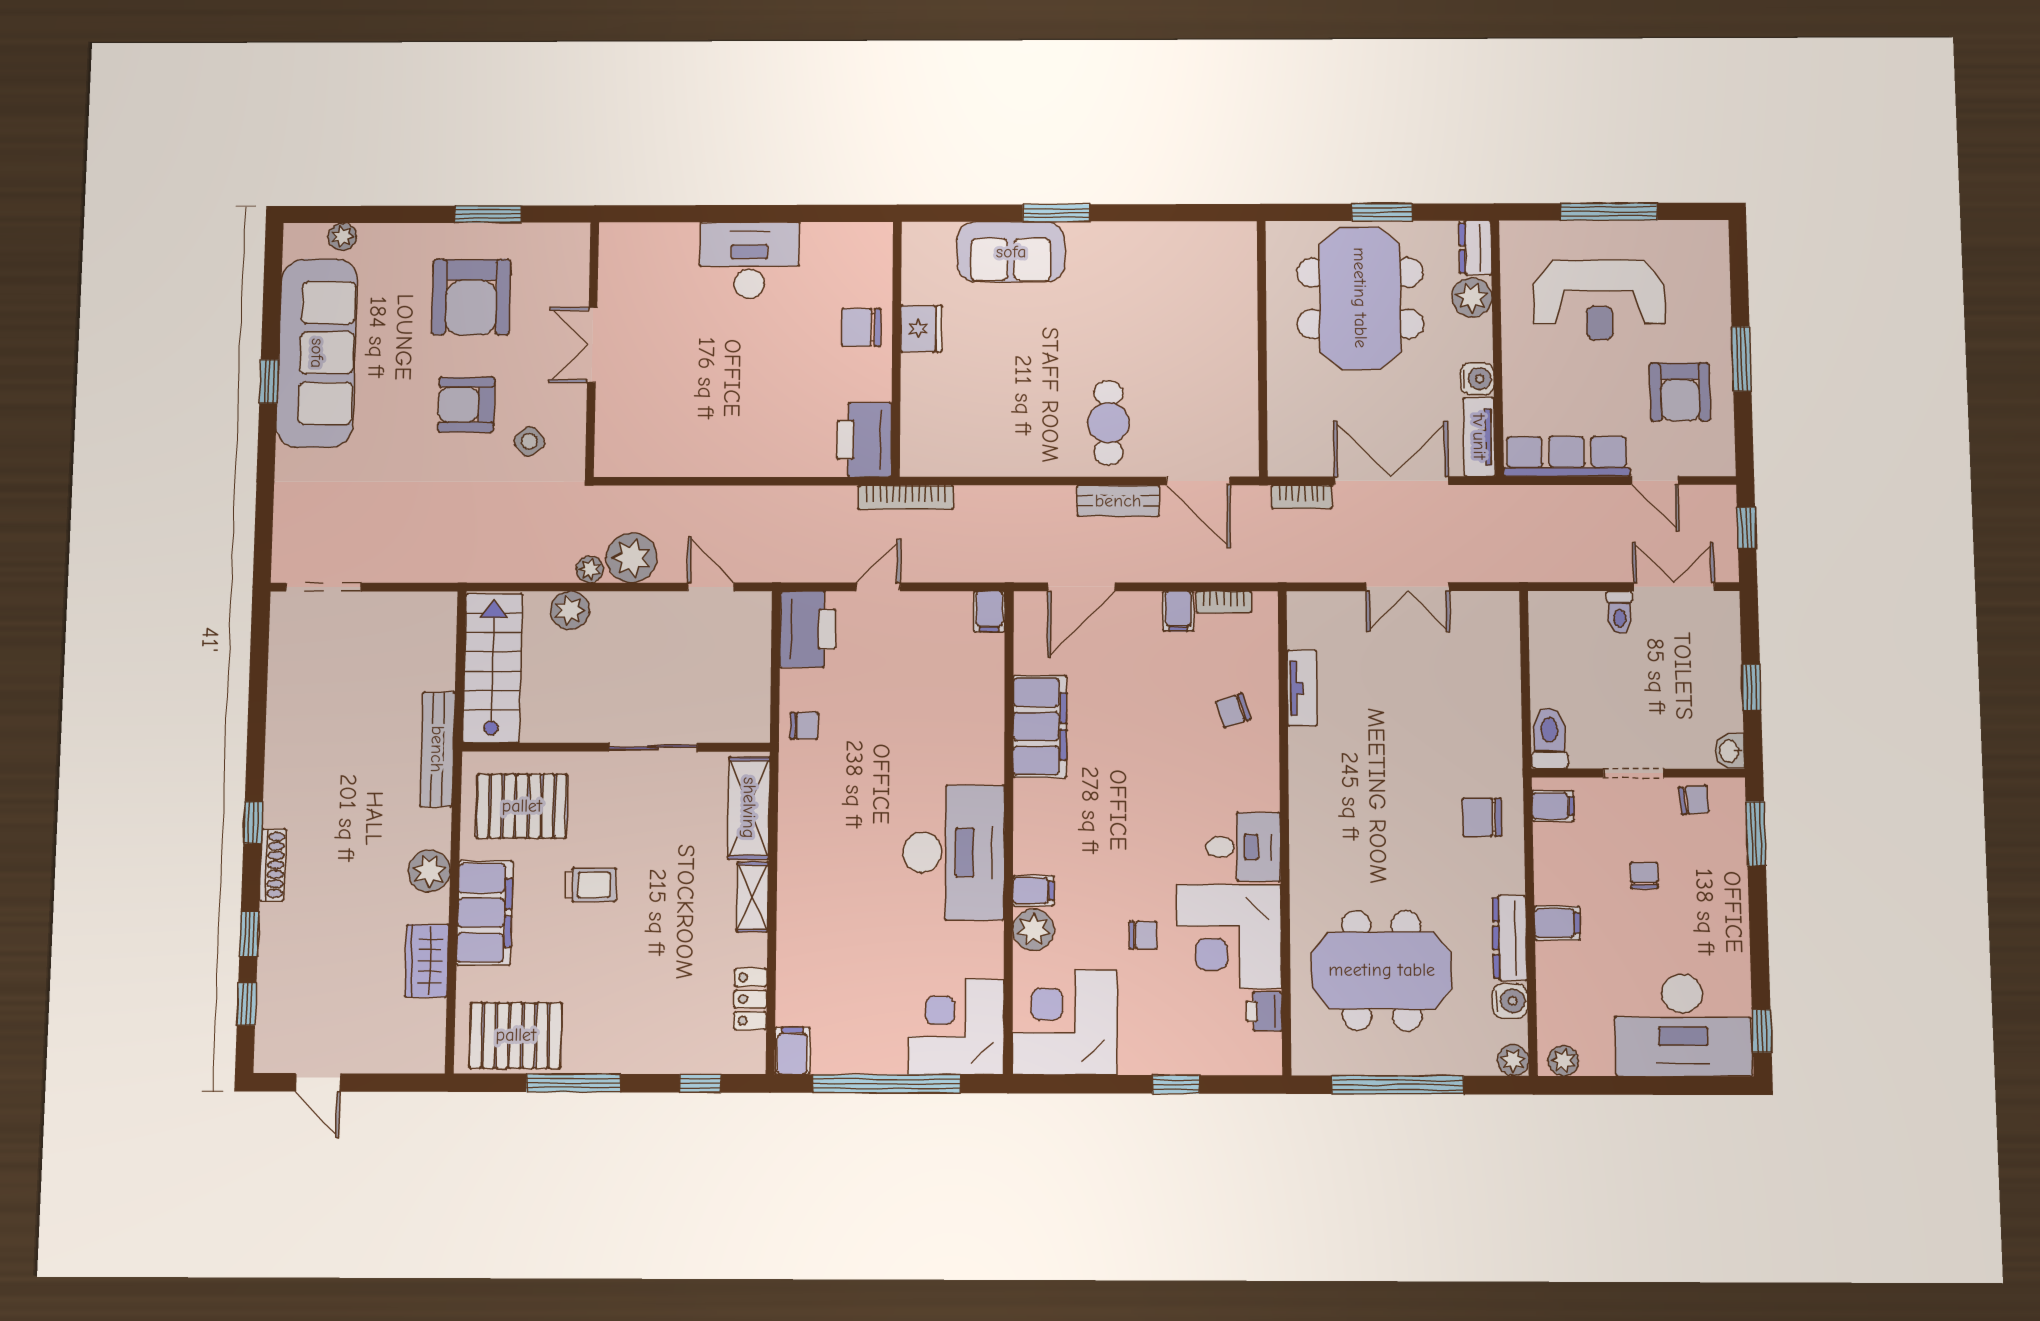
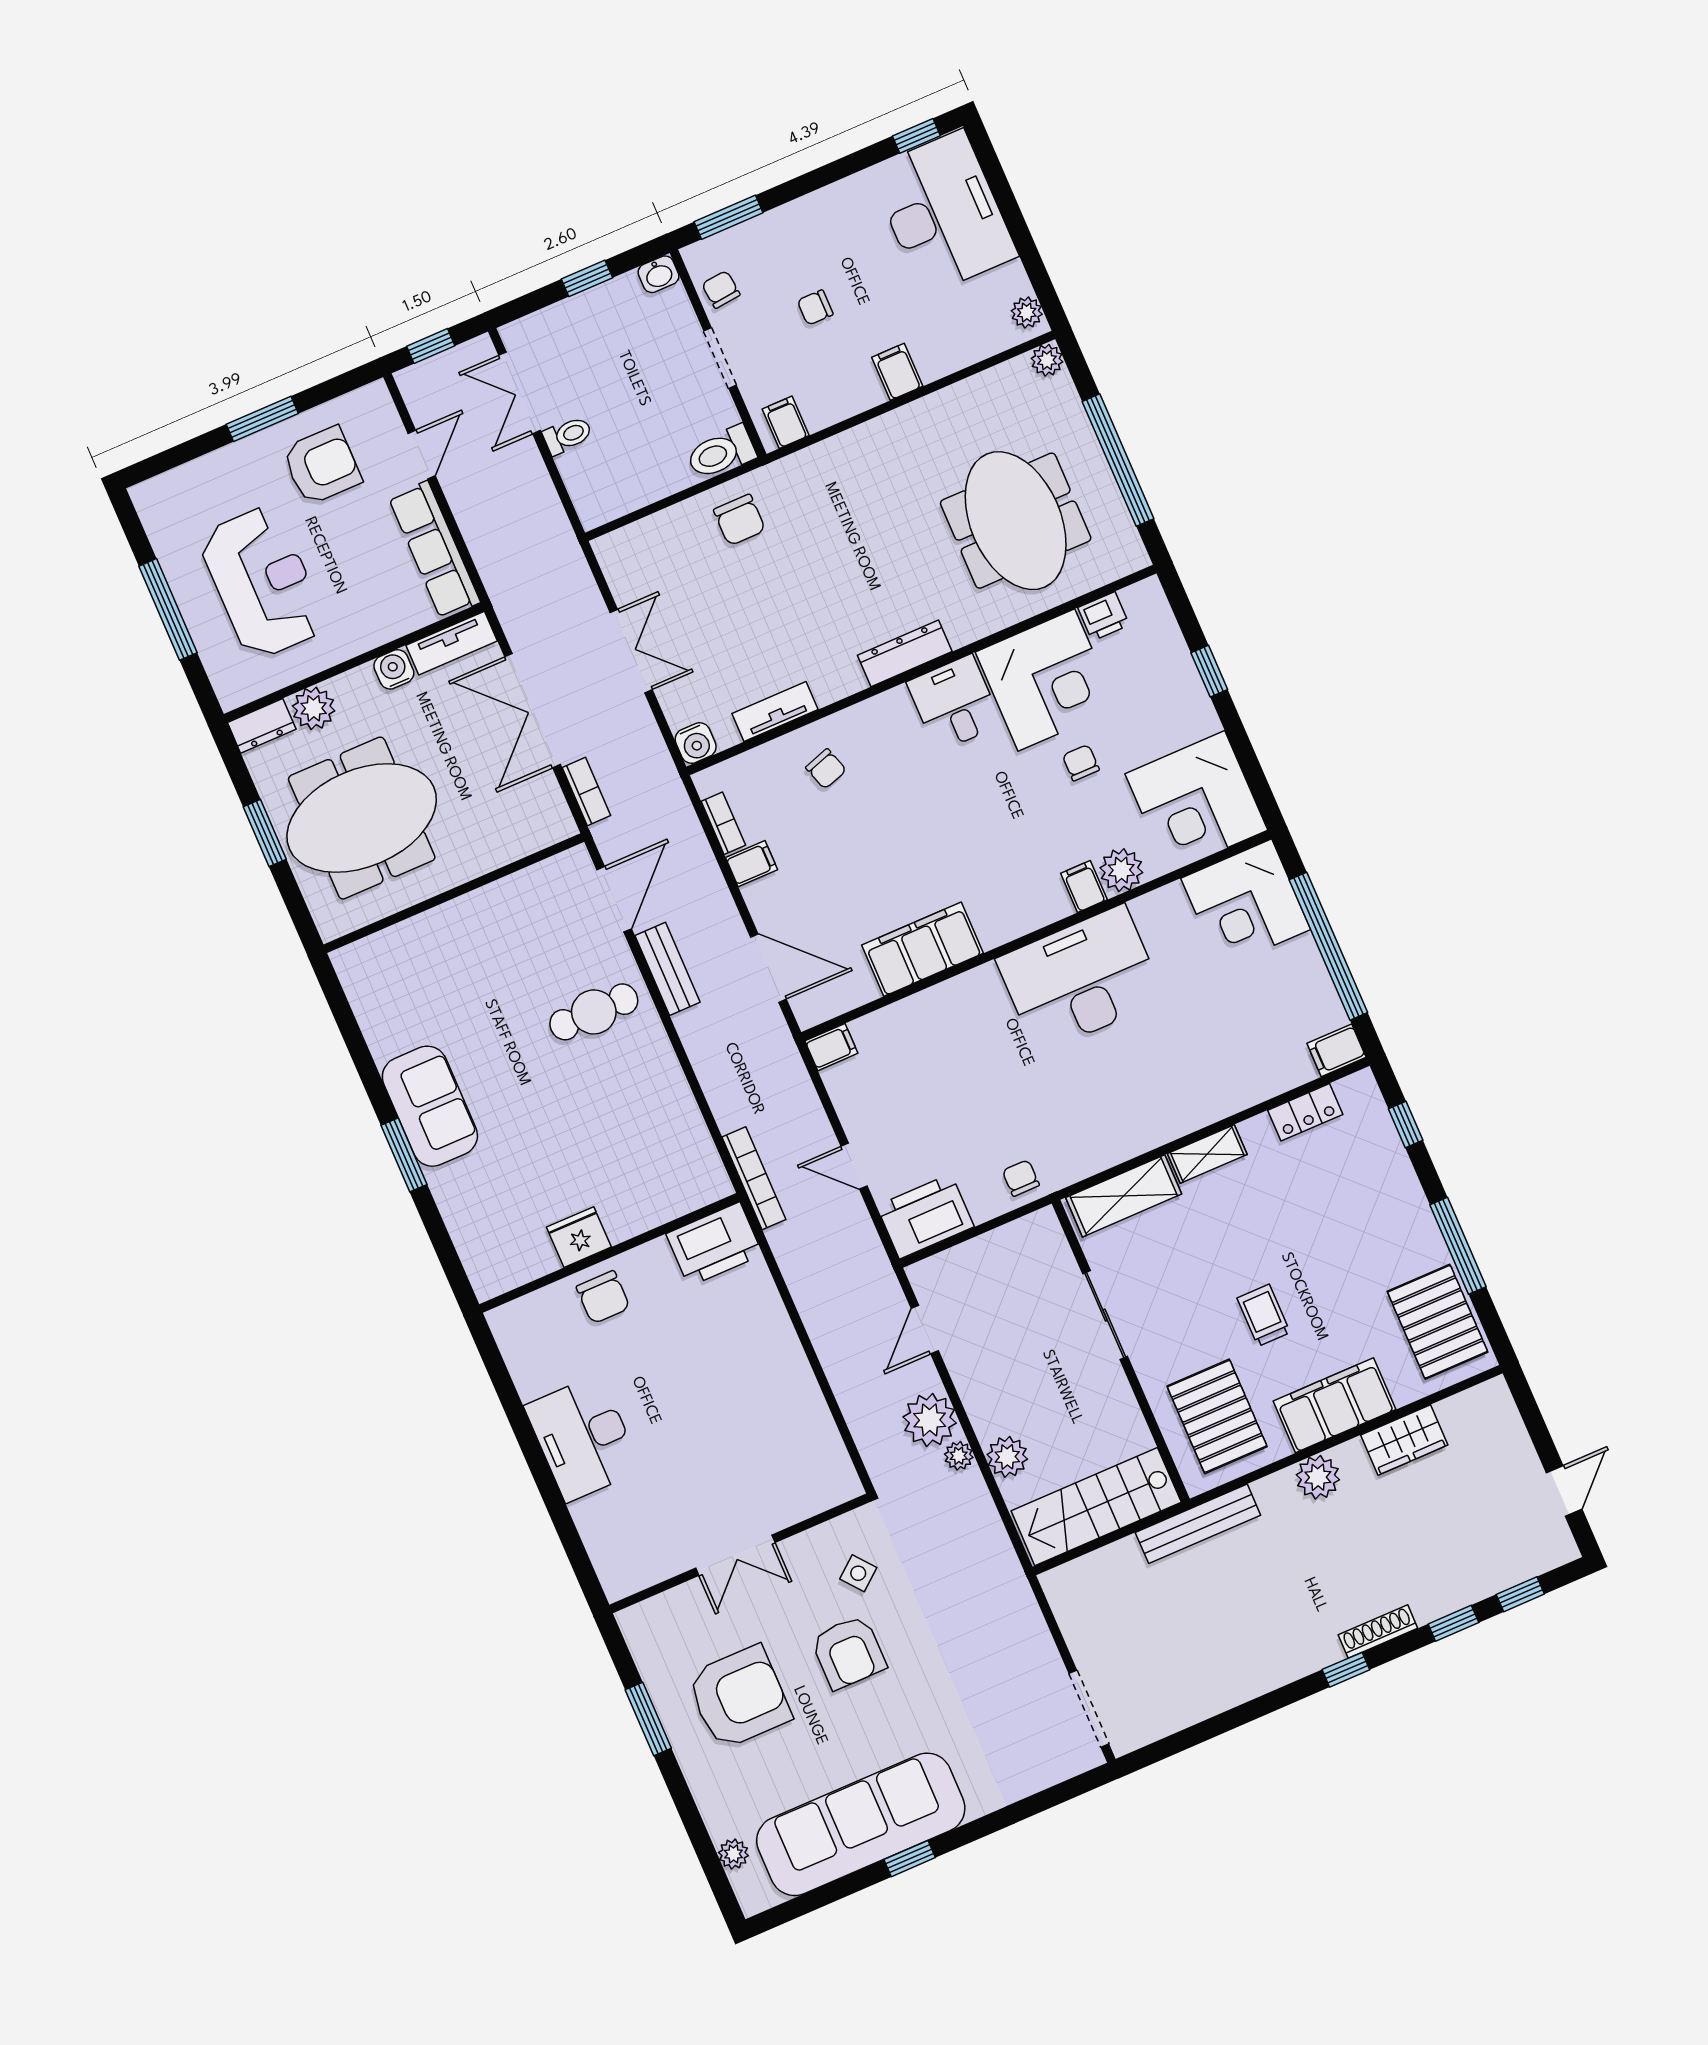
sofa: (1011, 252) -> (430, 1106), moved
chair: (1482, 817) -> (739, 520), moved
dresser: (1510, 938) -> (905, 653), moved, turned 180
water cooler: (1510, 1001) -> (696, 743), moved, turned 180

